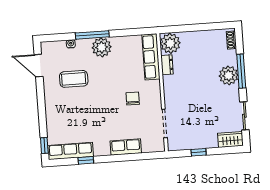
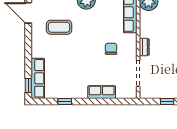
dresser: (167, 65) -> (144, 47), moved
row of seats: (70, 151) -> (38, 78), moved, turned 90

